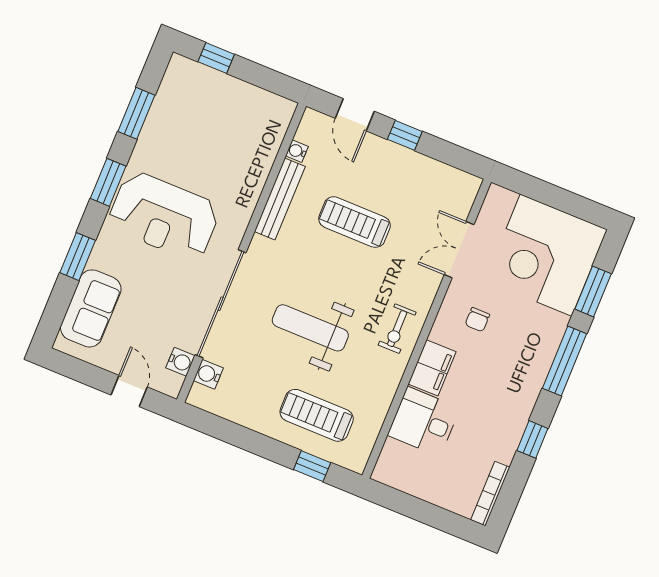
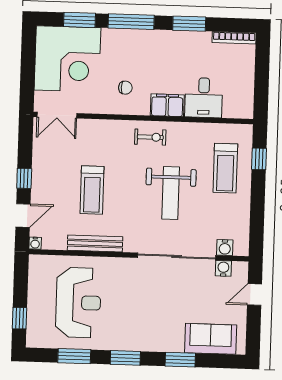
water cooler: (297, 151) -> (35, 243), moved
reception desk: (164, 216) -> (78, 303), moved
double door: (459, 250) -> (57, 115), moved
window: (532, 439) -> (189, 24), width x1.50

